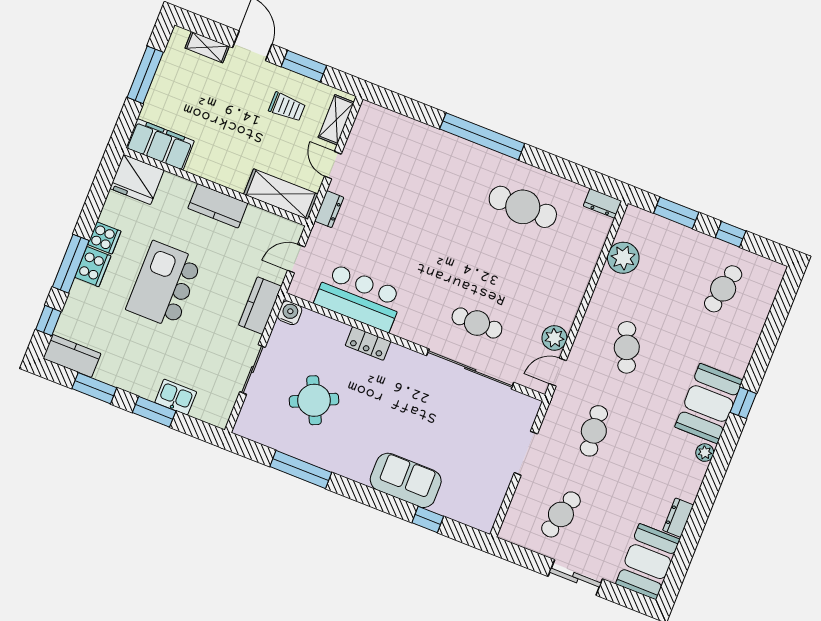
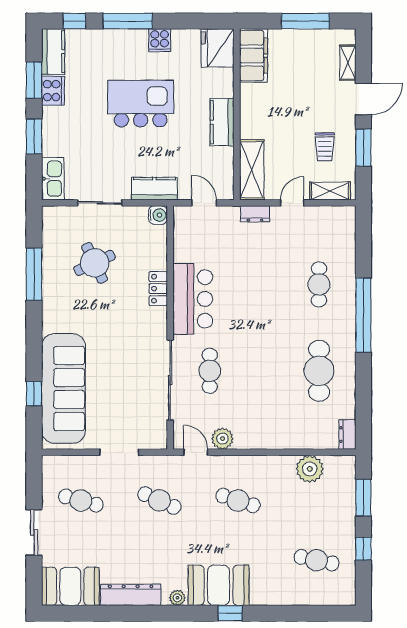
cafe table: (431, 171) -> (319, 284), added
cooker: (93, 267) -> (53, 91), moved, turned -90
bar counter: (359, 298) -> (193, 299), moved
cafe table: (627, 347) -> (238, 500), turned 39
kitchen sink: (176, 397) -> (53, 179), moved, width x1.38
cafe table: (594, 431) -> (159, 500), turned 30
sofa: (406, 480) -> (63, 388), width x1.85, depth x1.27
dresser: (678, 518) -> (131, 595), width x1.96, depth x1.24

